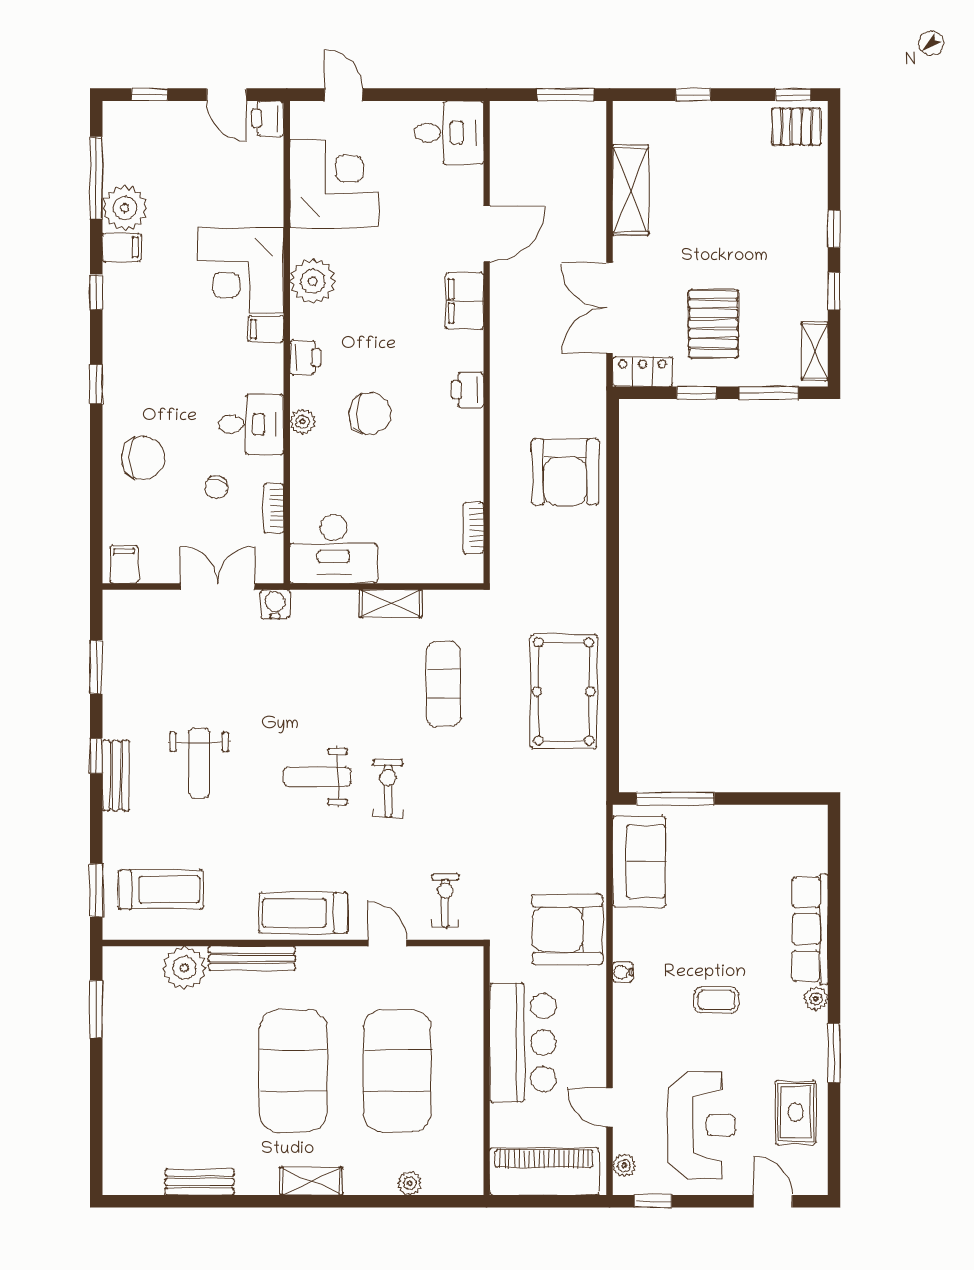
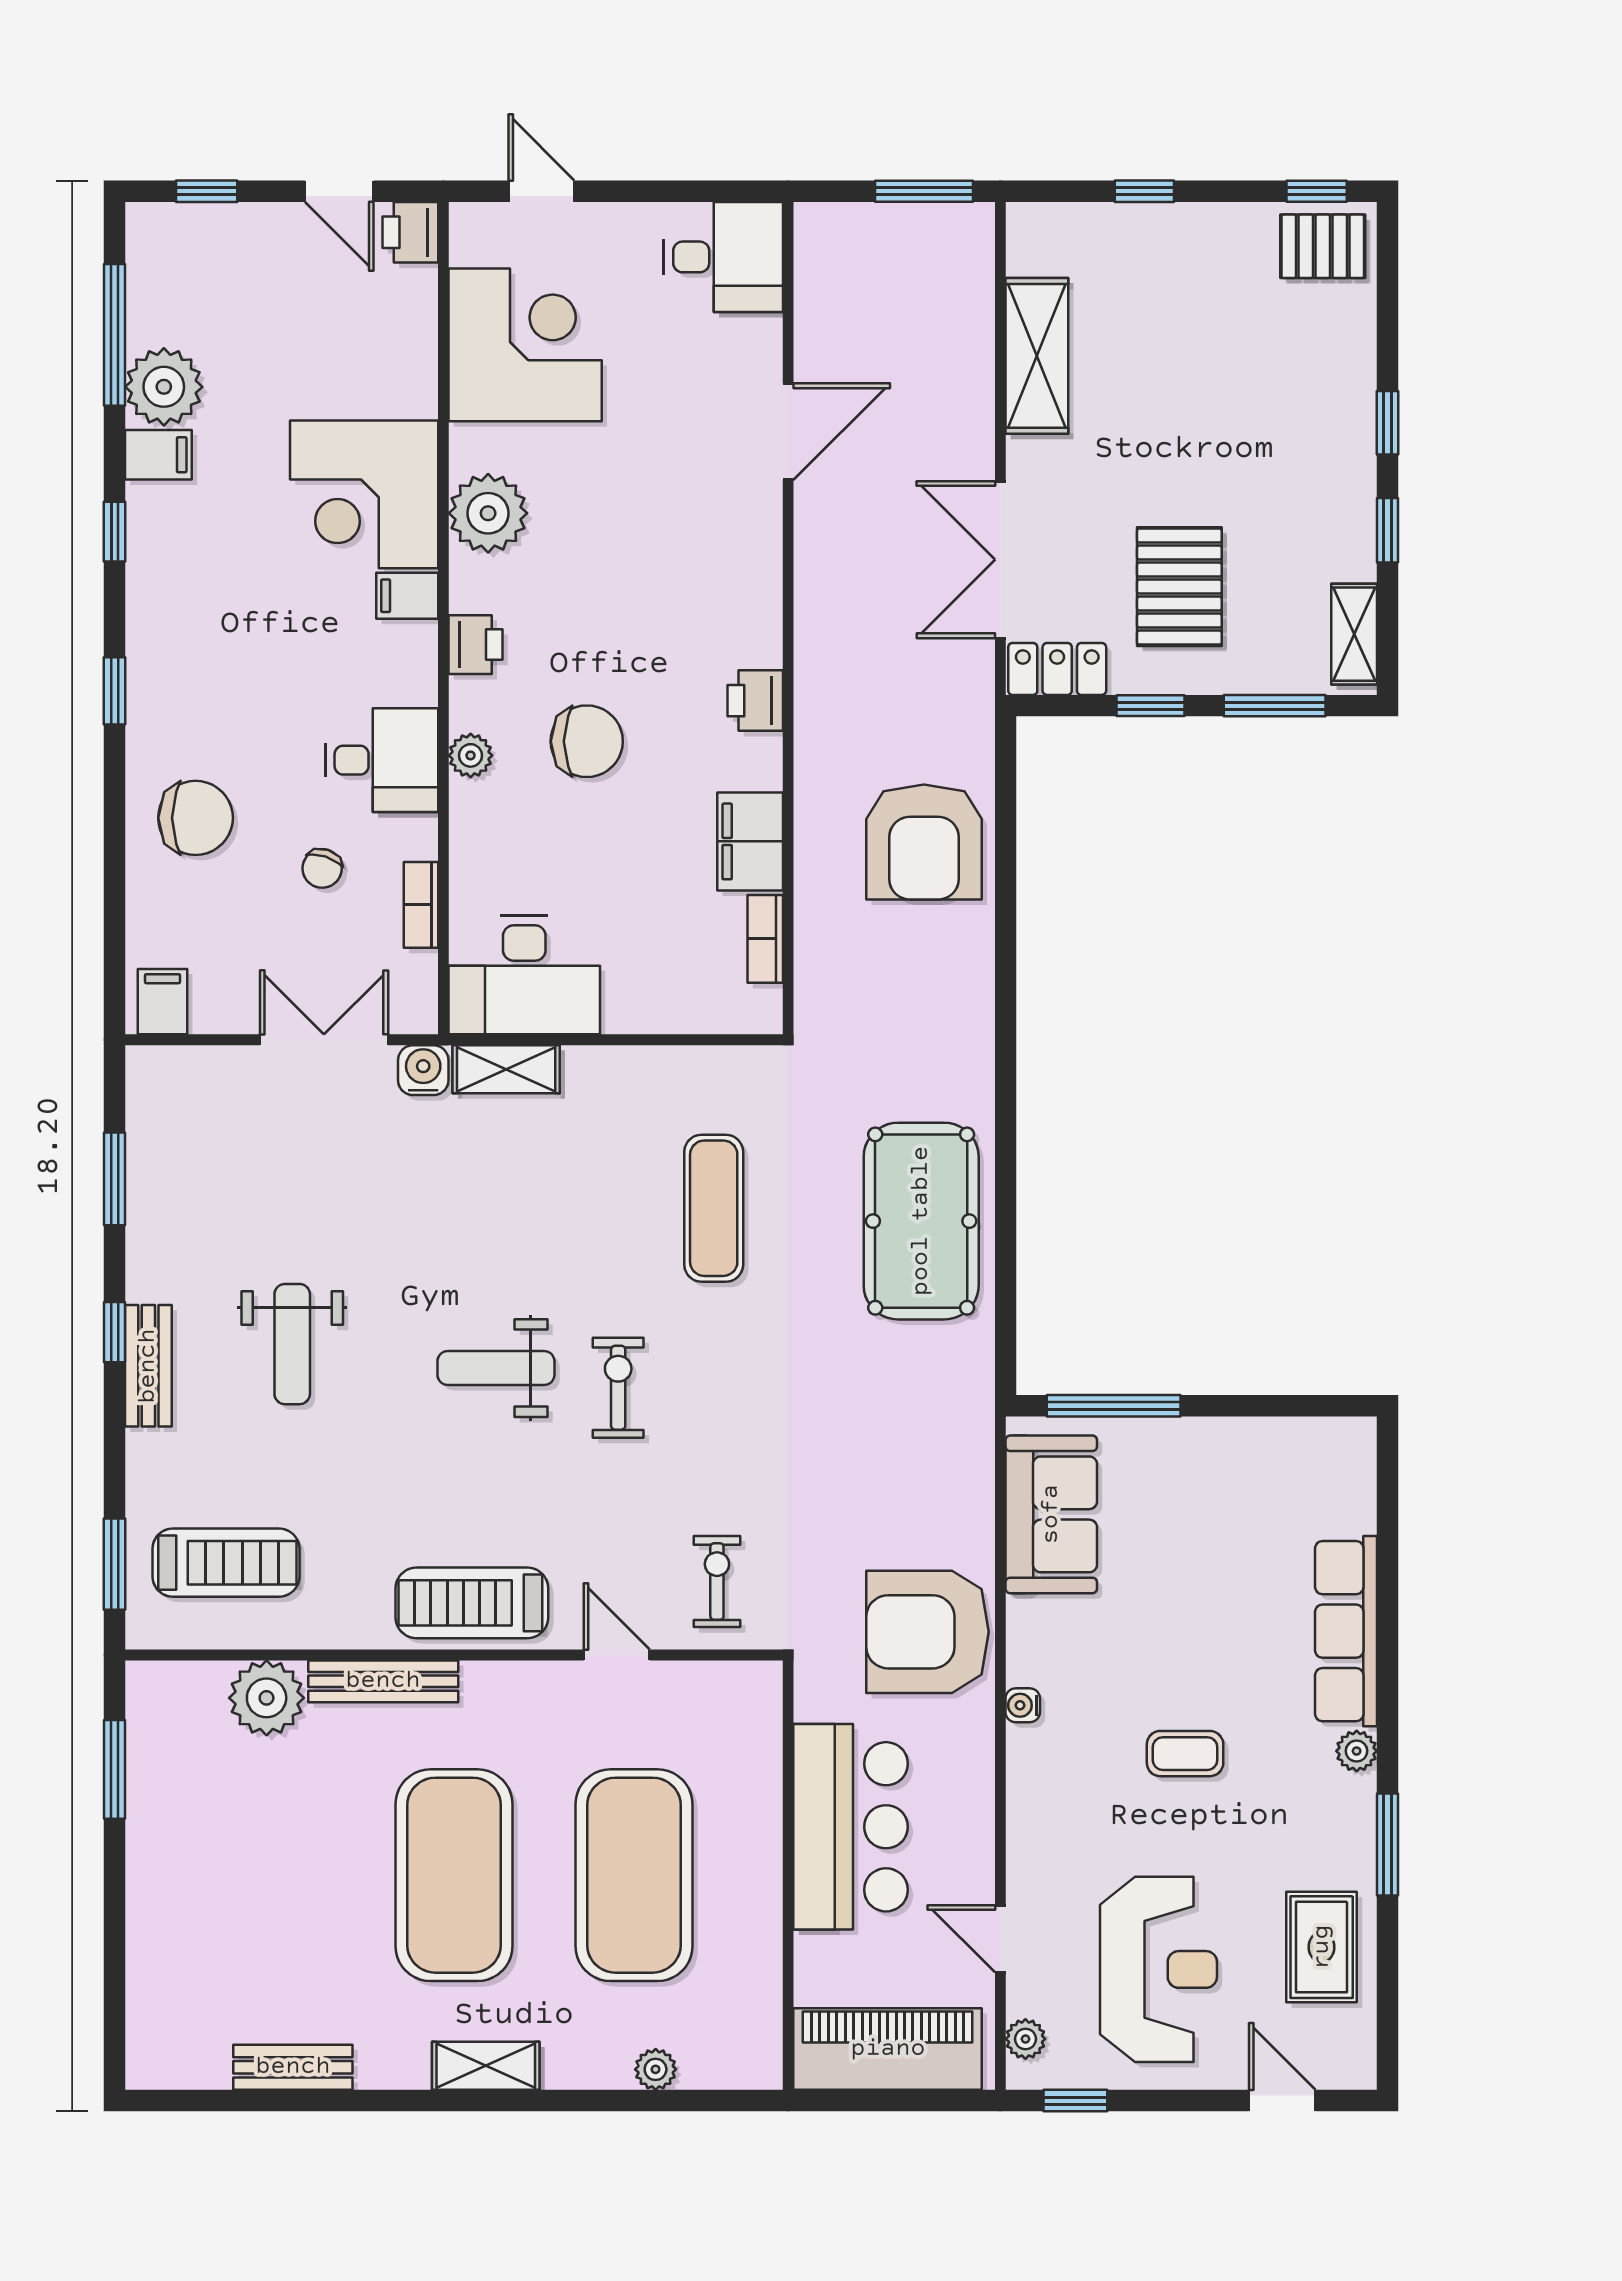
filing cabinet: (465, 301) -> (750, 841), moved
shelving: (391, 603) -> (506, 1069), moved

